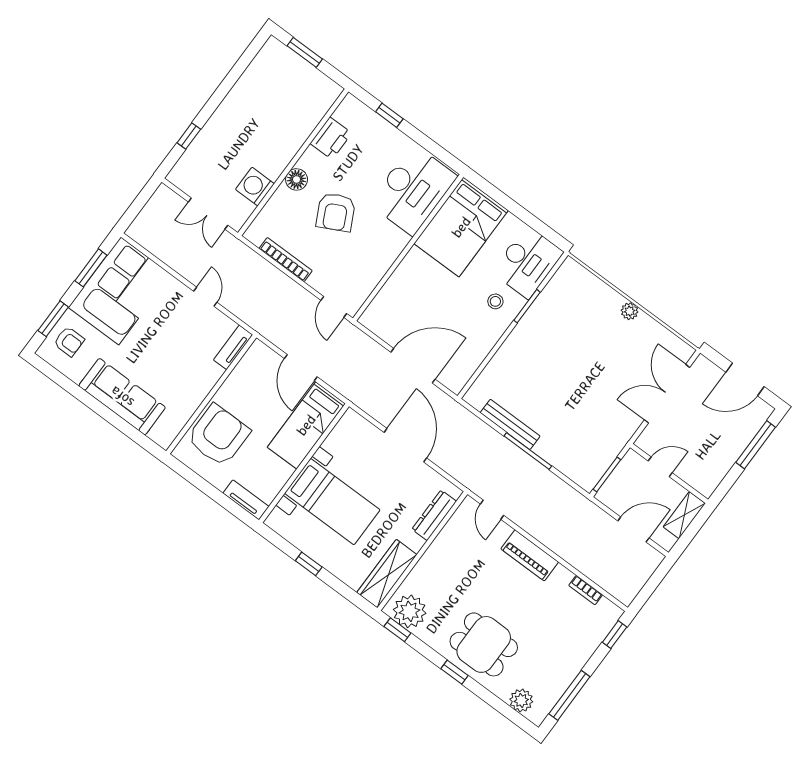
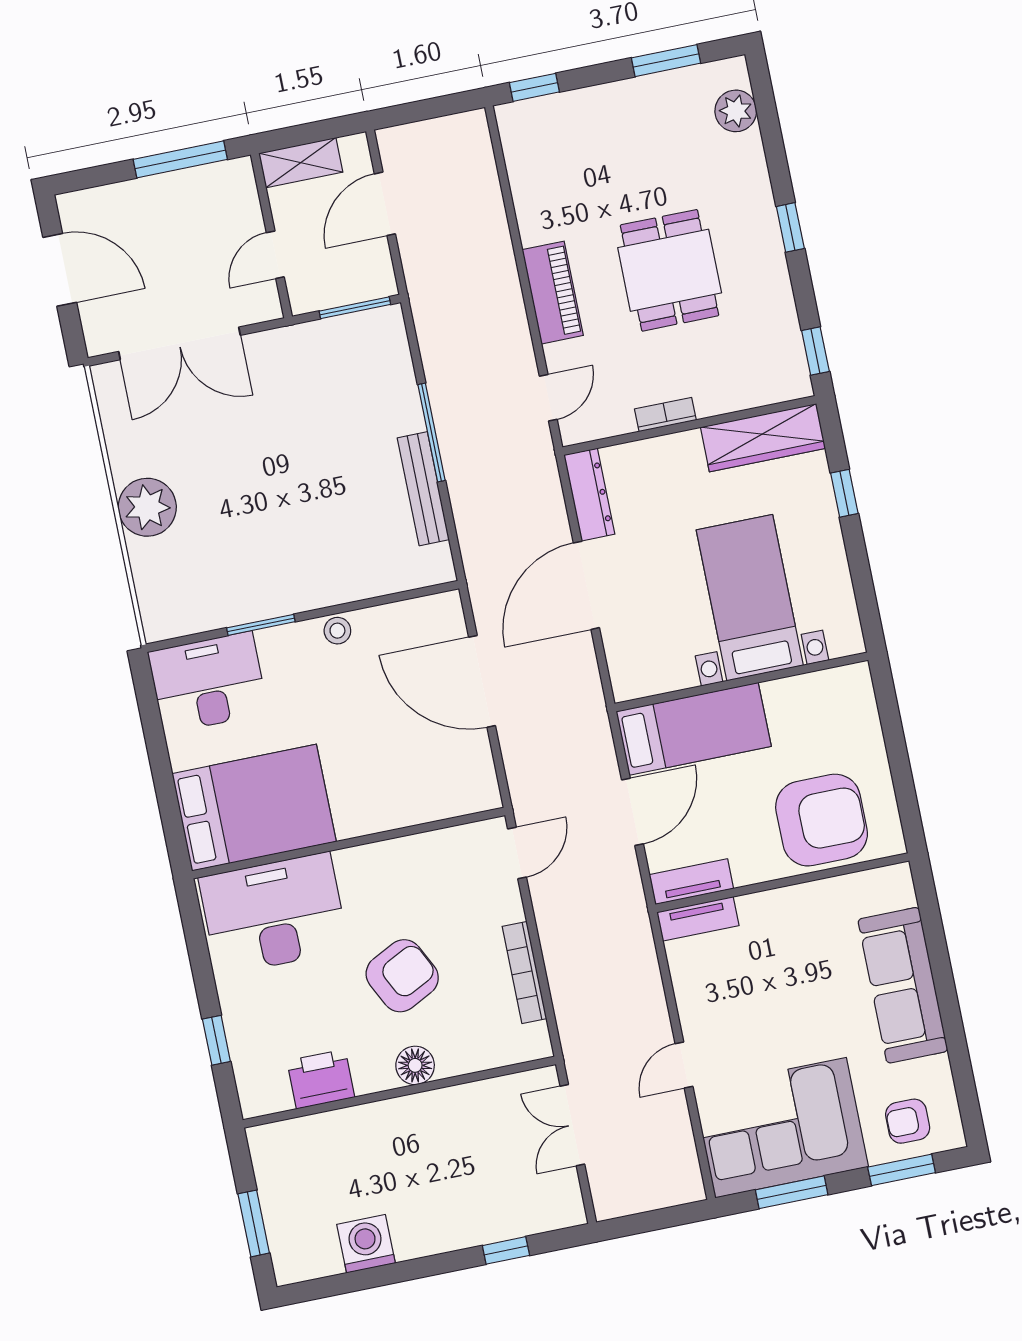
washing machine: (255, 187) -> (366, 1244), moved, turned 180
double door: (208, 214) -> (572, 1125), swing flipped
door: (205, 297) -> (684, 1065), moved
stool: (495, 301) -> (337, 631), moved
plant: (630, 311) -> (147, 507), width x1.87, depth x1.87
armchair: (69, 341) -> (908, 1121), turned -90
armchair: (218, 435) -> (822, 820), turned 180
window: (756, 445) -> (180, 159), moved
door: (660, 467) -> (275, 255), hinge flipped
tv unit: (246, 500) -> (691, 882), moved, turned 90
dresser: (434, 515) -> (589, 495), moved, turned -90
door: (633, 529) -> (385, 204), hinge flipped
window: (309, 564) -> (844, 493), moved
bookcase: (586, 590) -> (665, 415), moved, turned -90
plant: (410, 611) -> (778, 361), removed
dining table: (484, 644) -> (670, 270), moved
window: (569, 695) -> (666, 61), width x0.69

